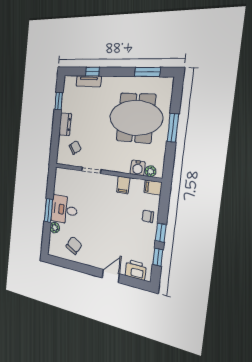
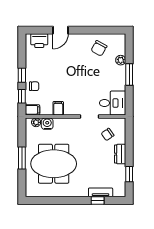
window: (147, 72) -> (48, 201), removed
desk: (64, 210) -> (113, 103), moved
window: (158, 257) -> (22, 96), moved

